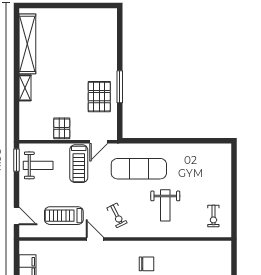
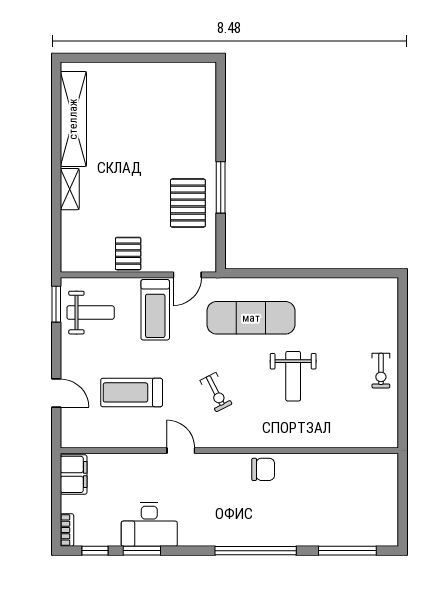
exercise bike: (213, 216) -> (381, 371), moved
door: (95, 239) -> (181, 451), moved
wall: (125, 239) -> (229, 451), moved

